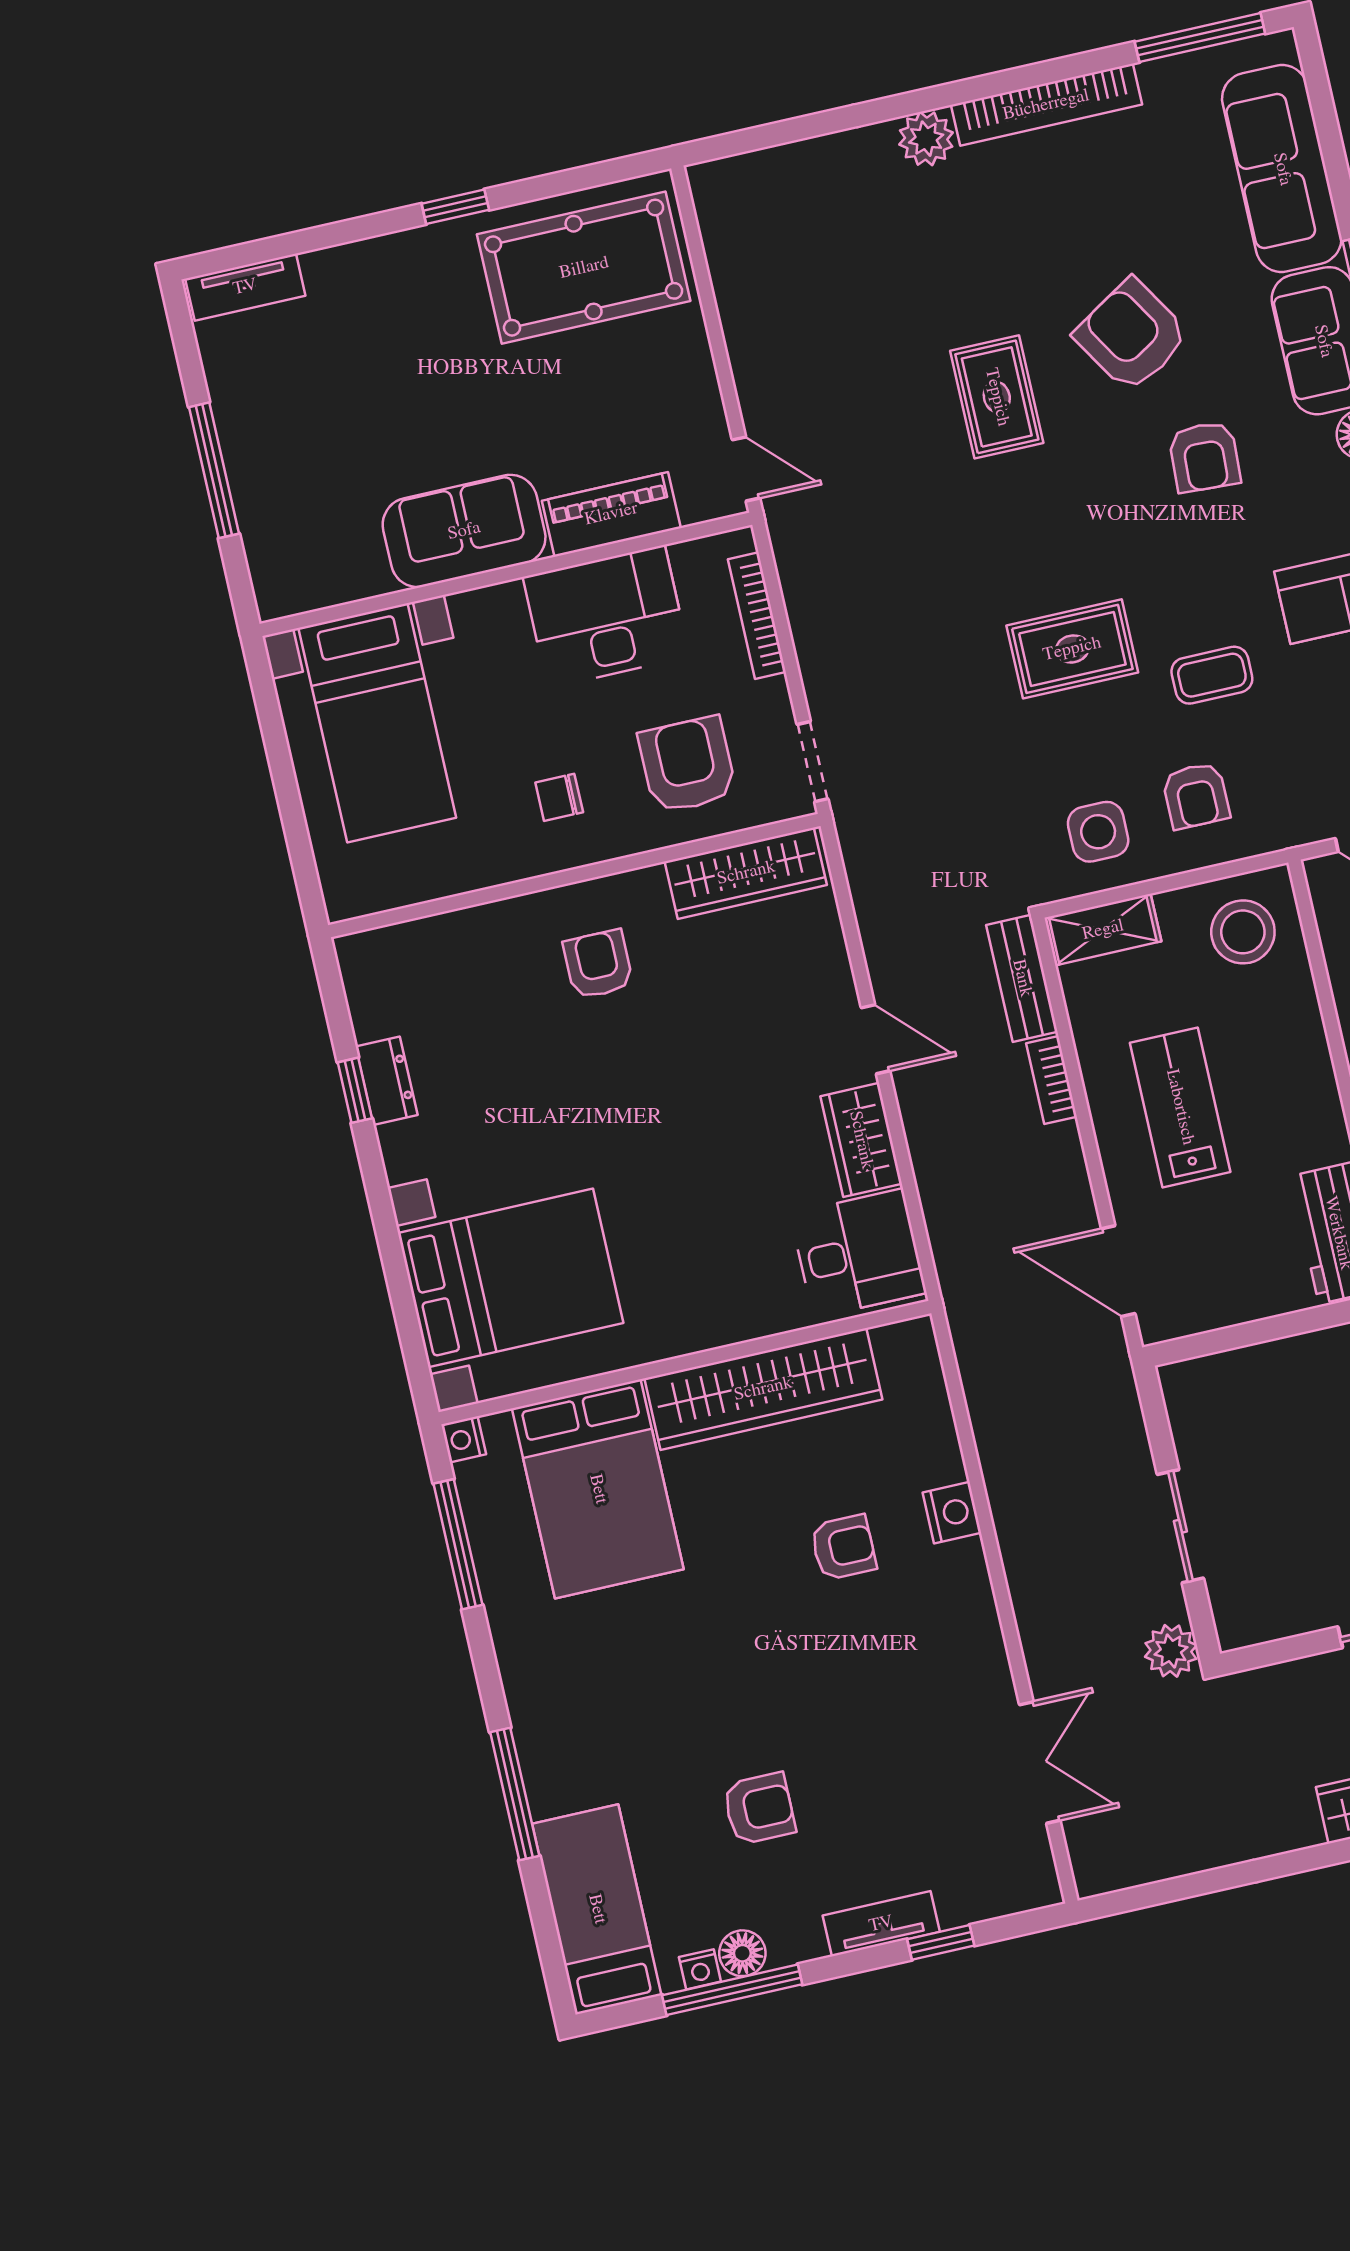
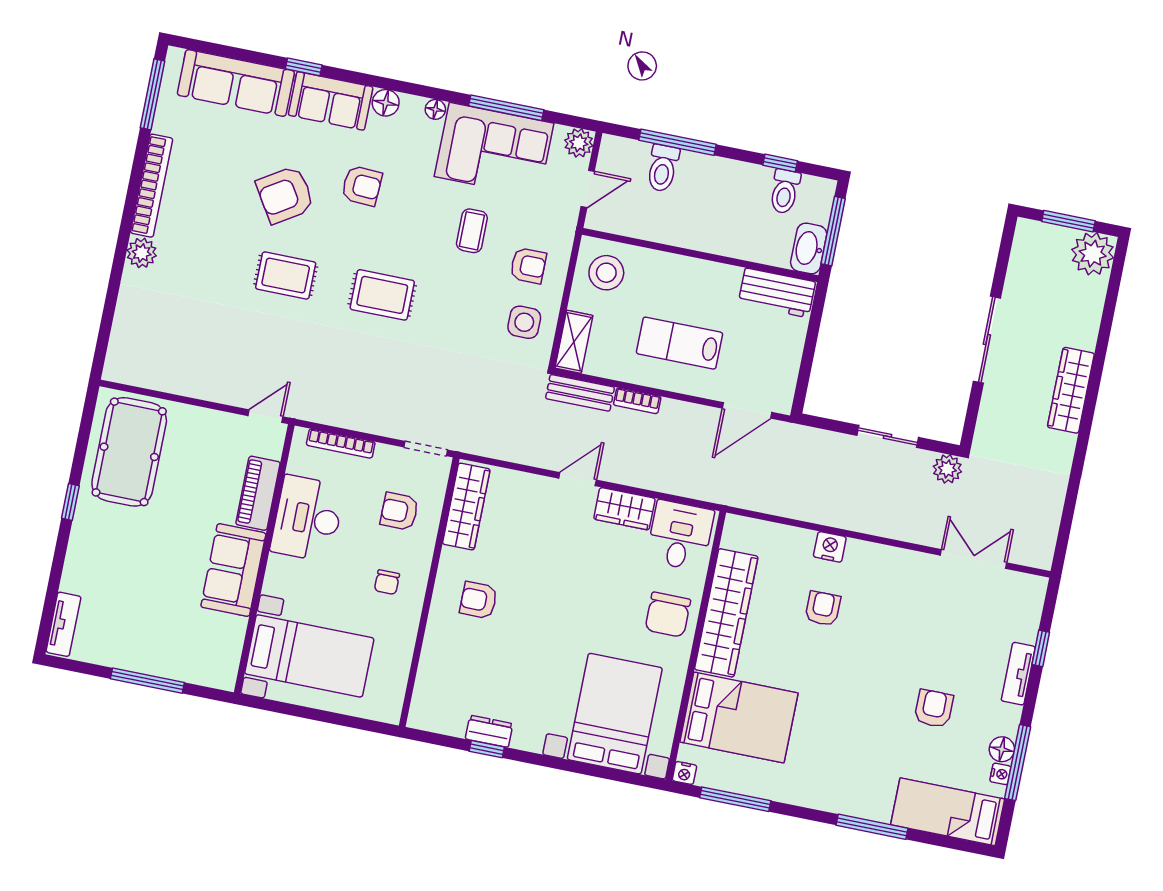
rug: (1072, 649) -> (382, 295), moved, turned 90
armchair: (687, 765) -> (399, 511), width x0.72, depth x0.72
chair: (716, 1292) -> (668, 615), added

